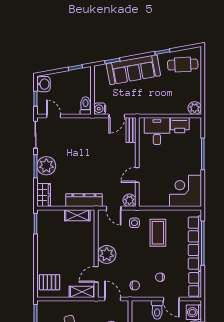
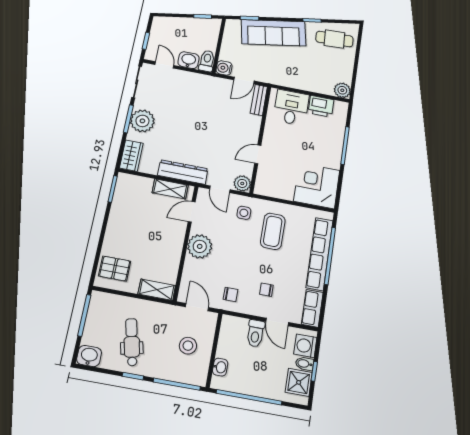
washbasin: (44, 84) -> (189, 60), moved, turned -90
door: (96, 274) -> (192, 212), moved

